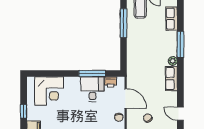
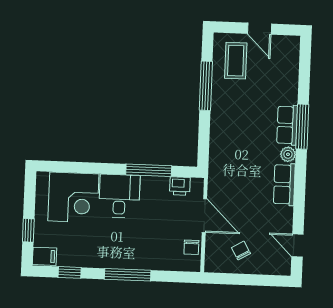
row of seats: (172, 19) -> (287, 125), moved
desk: (93, 89) -> (119, 196), moved

